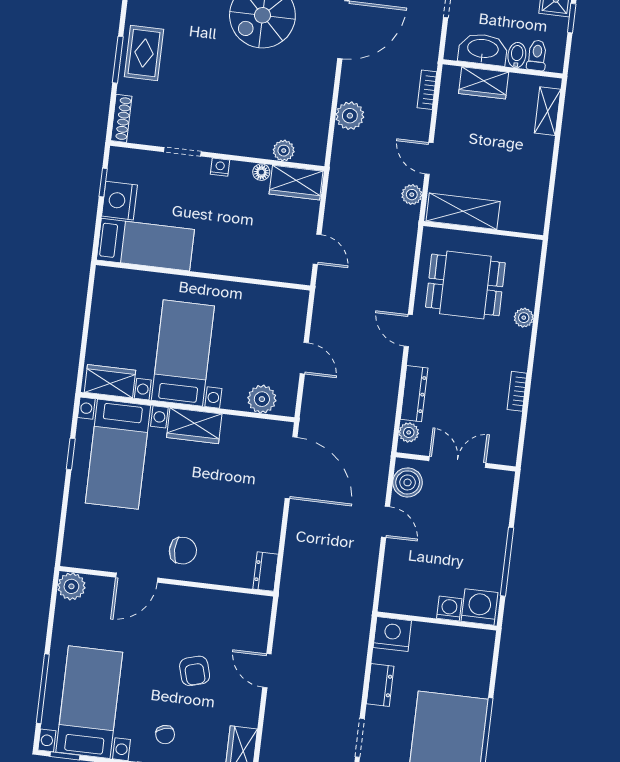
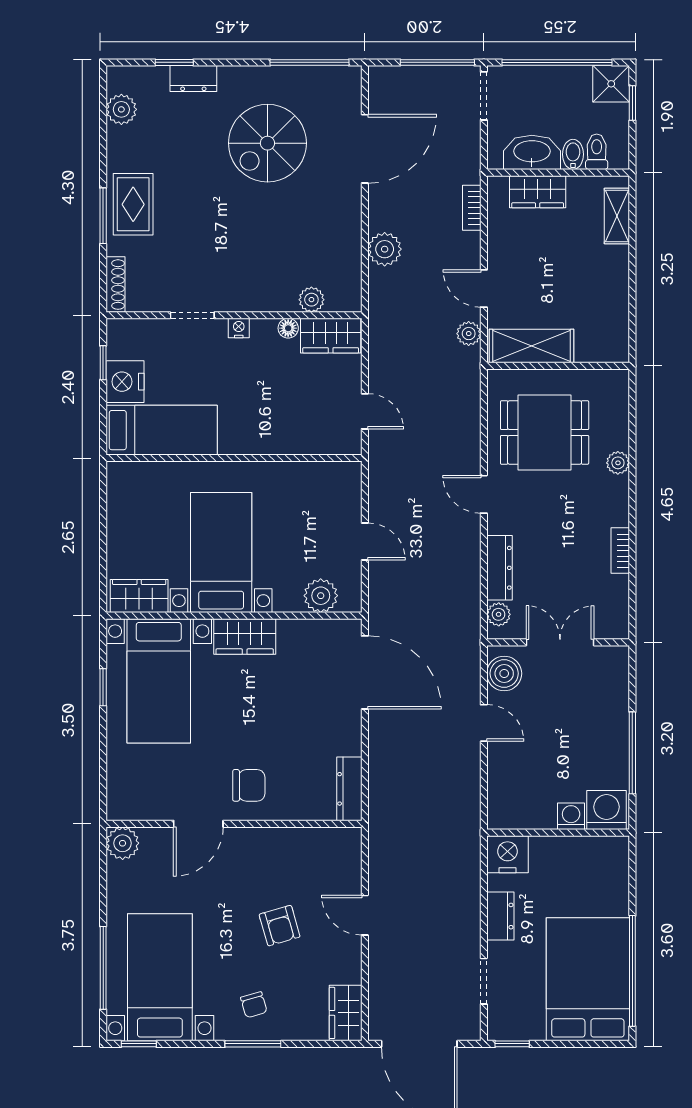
dresser: (266, 572) -> (349, 789), width x1.44

